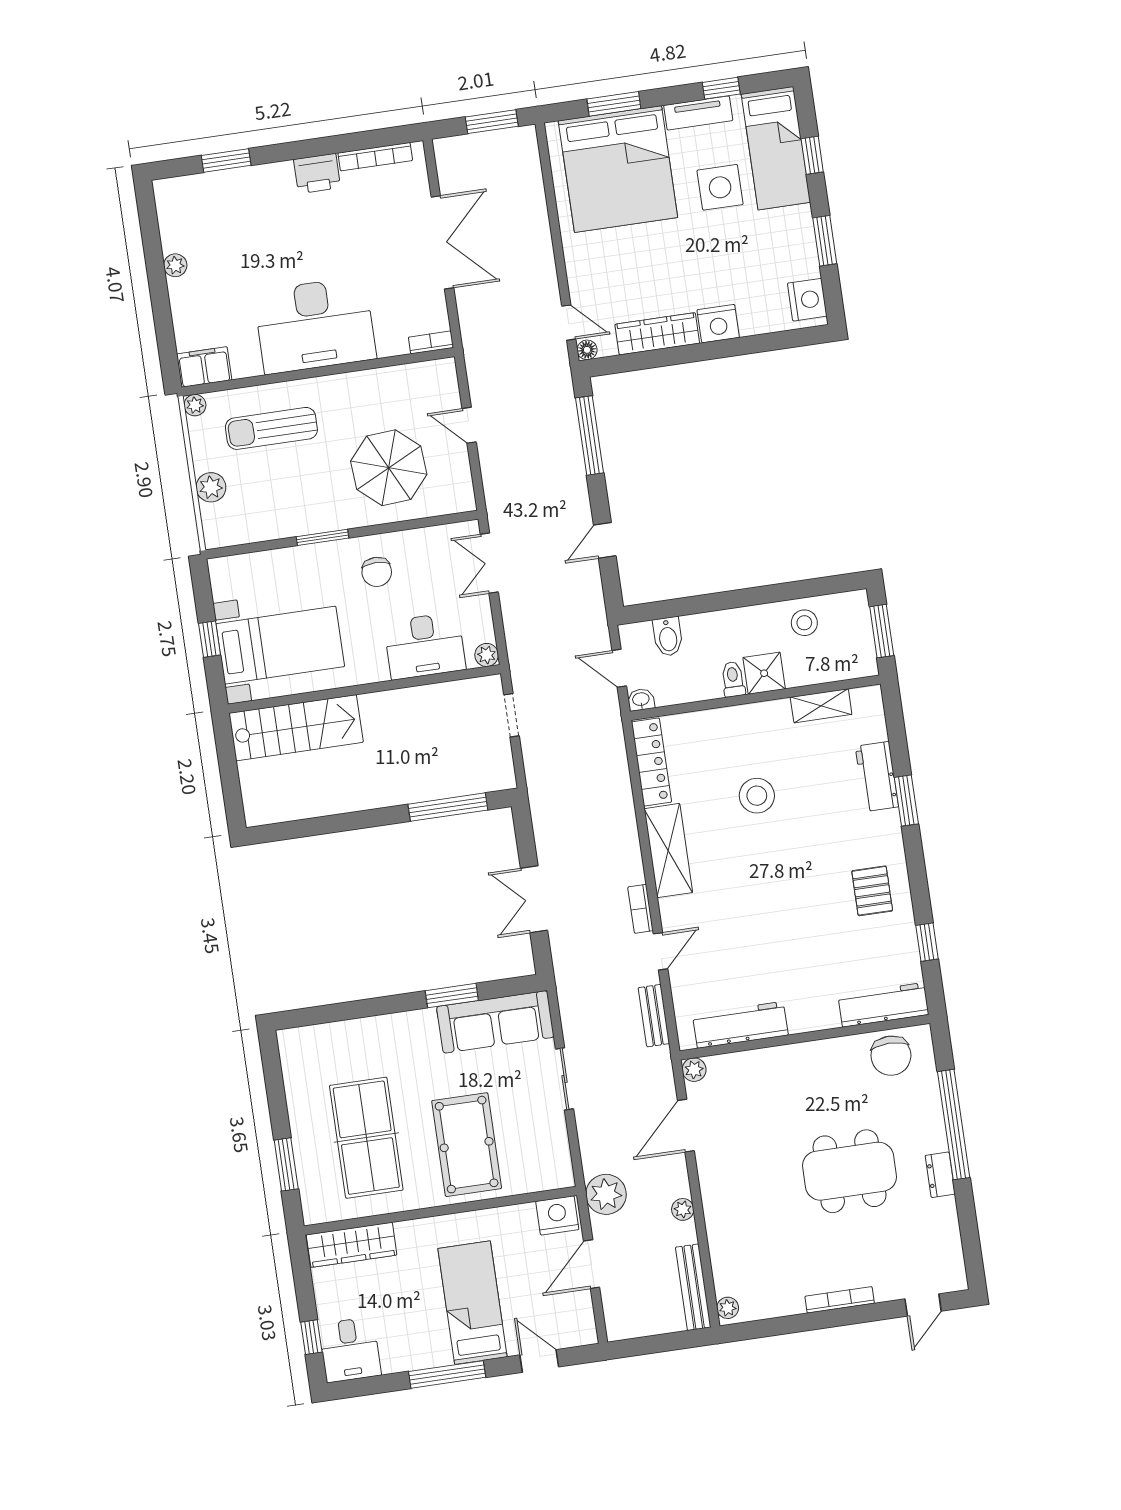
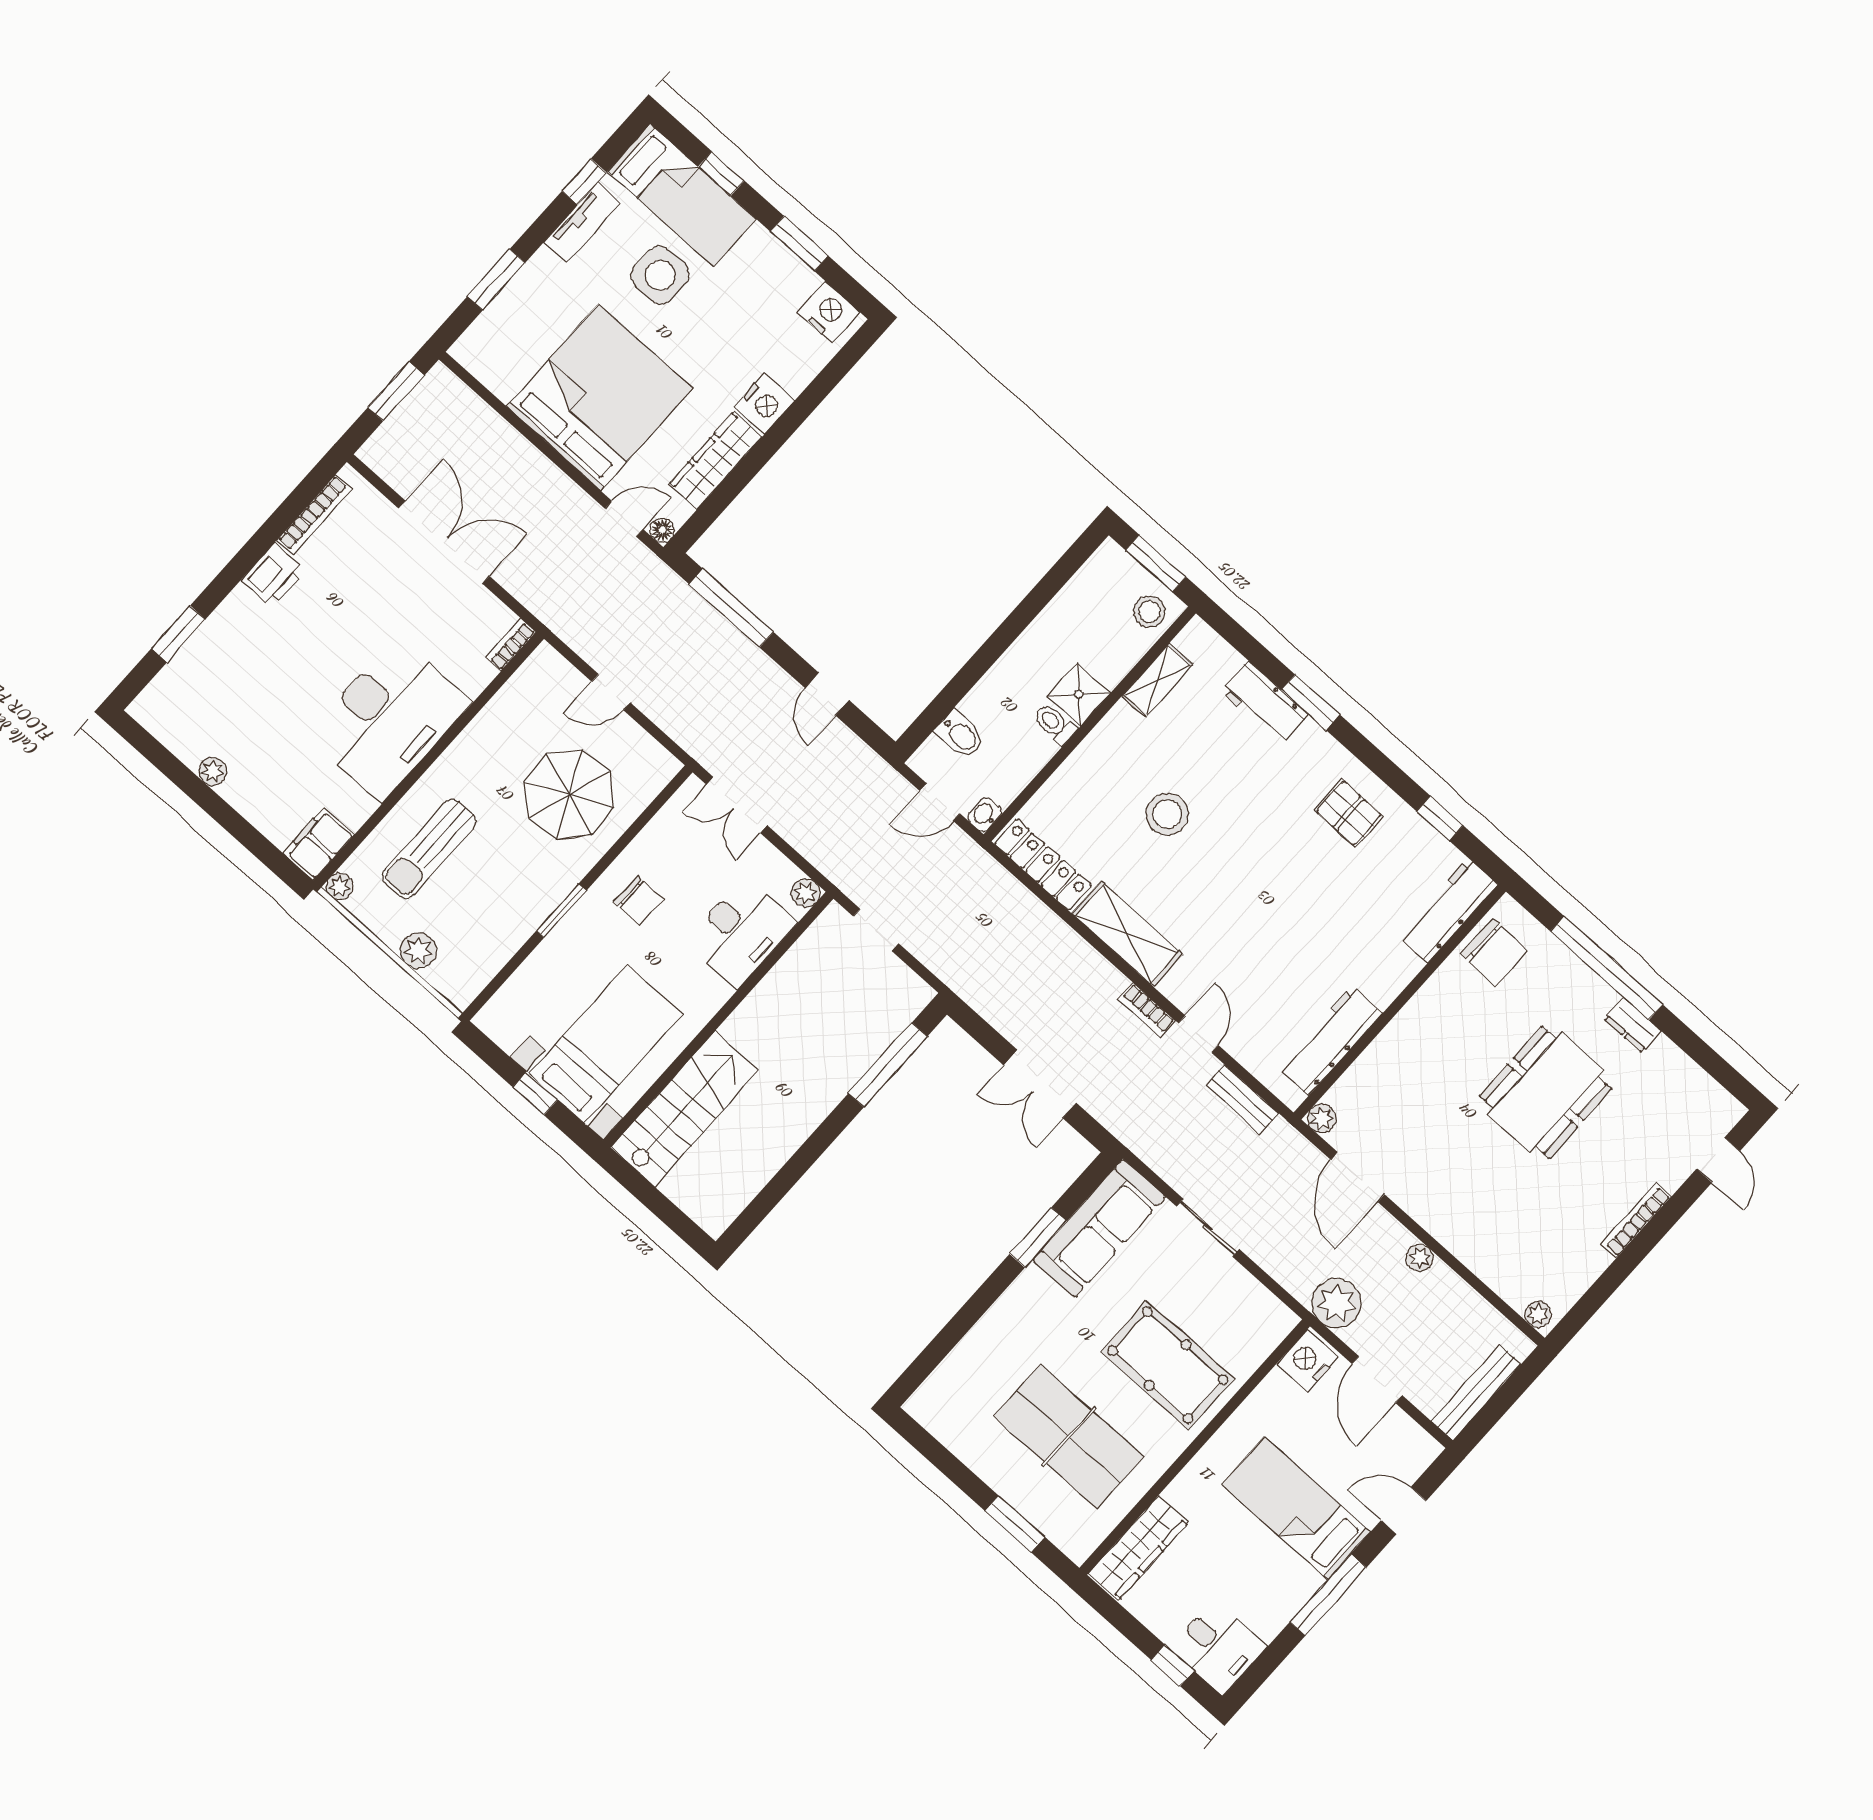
bed: (618, 169) -> (599, 397), moved, turned -90
stool: (804, 623) -> (1149, 612), moved
bench: (693, 1287) -> (1476, 1393), moved, turned 90

